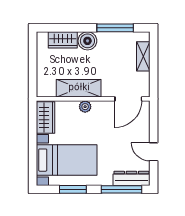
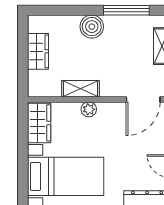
wardrobe: (63, 40) -> (38, 51), moved, turned -90
shelving: (79, 88) -> (81, 89), width x0.67, depth x0.75

